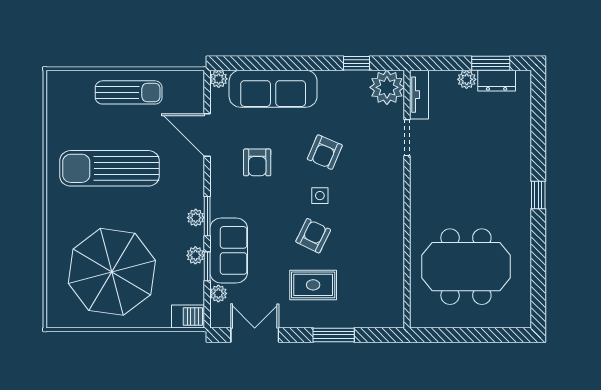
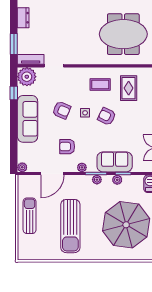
window: (491, 63) -> (14, 44), moved
plant: (467, 79) -> (23, 34), removed
sofa: (273, 89) -> (28, 119), moved
armchair: (257, 162) -> (67, 147), turned 180
coffee table: (372, 224) -> (100, 84), added
meeting table: (466, 267) -> (123, 34), turned 90
rug: (313, 285) -> (129, 88), moved
plant: (218, 293) -> (82, 167), moved

